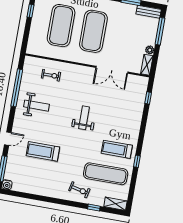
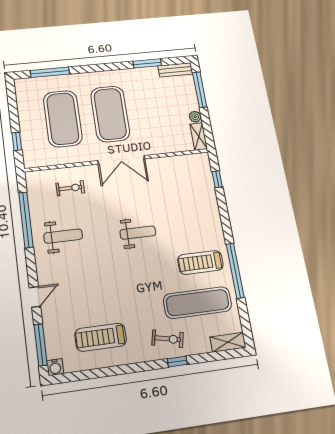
window: (30, 11) -> (17, 141), moved
double door: (112, 70) -> (121, 160), moved
weight bench: (84, 118) -> (138, 233), turned 90
treadmill: (43, 151) -> (101, 337), moved
window: (137, 161) -> (235, 271), width x3.17
window: (94, 208) -> (177, 362), moved

